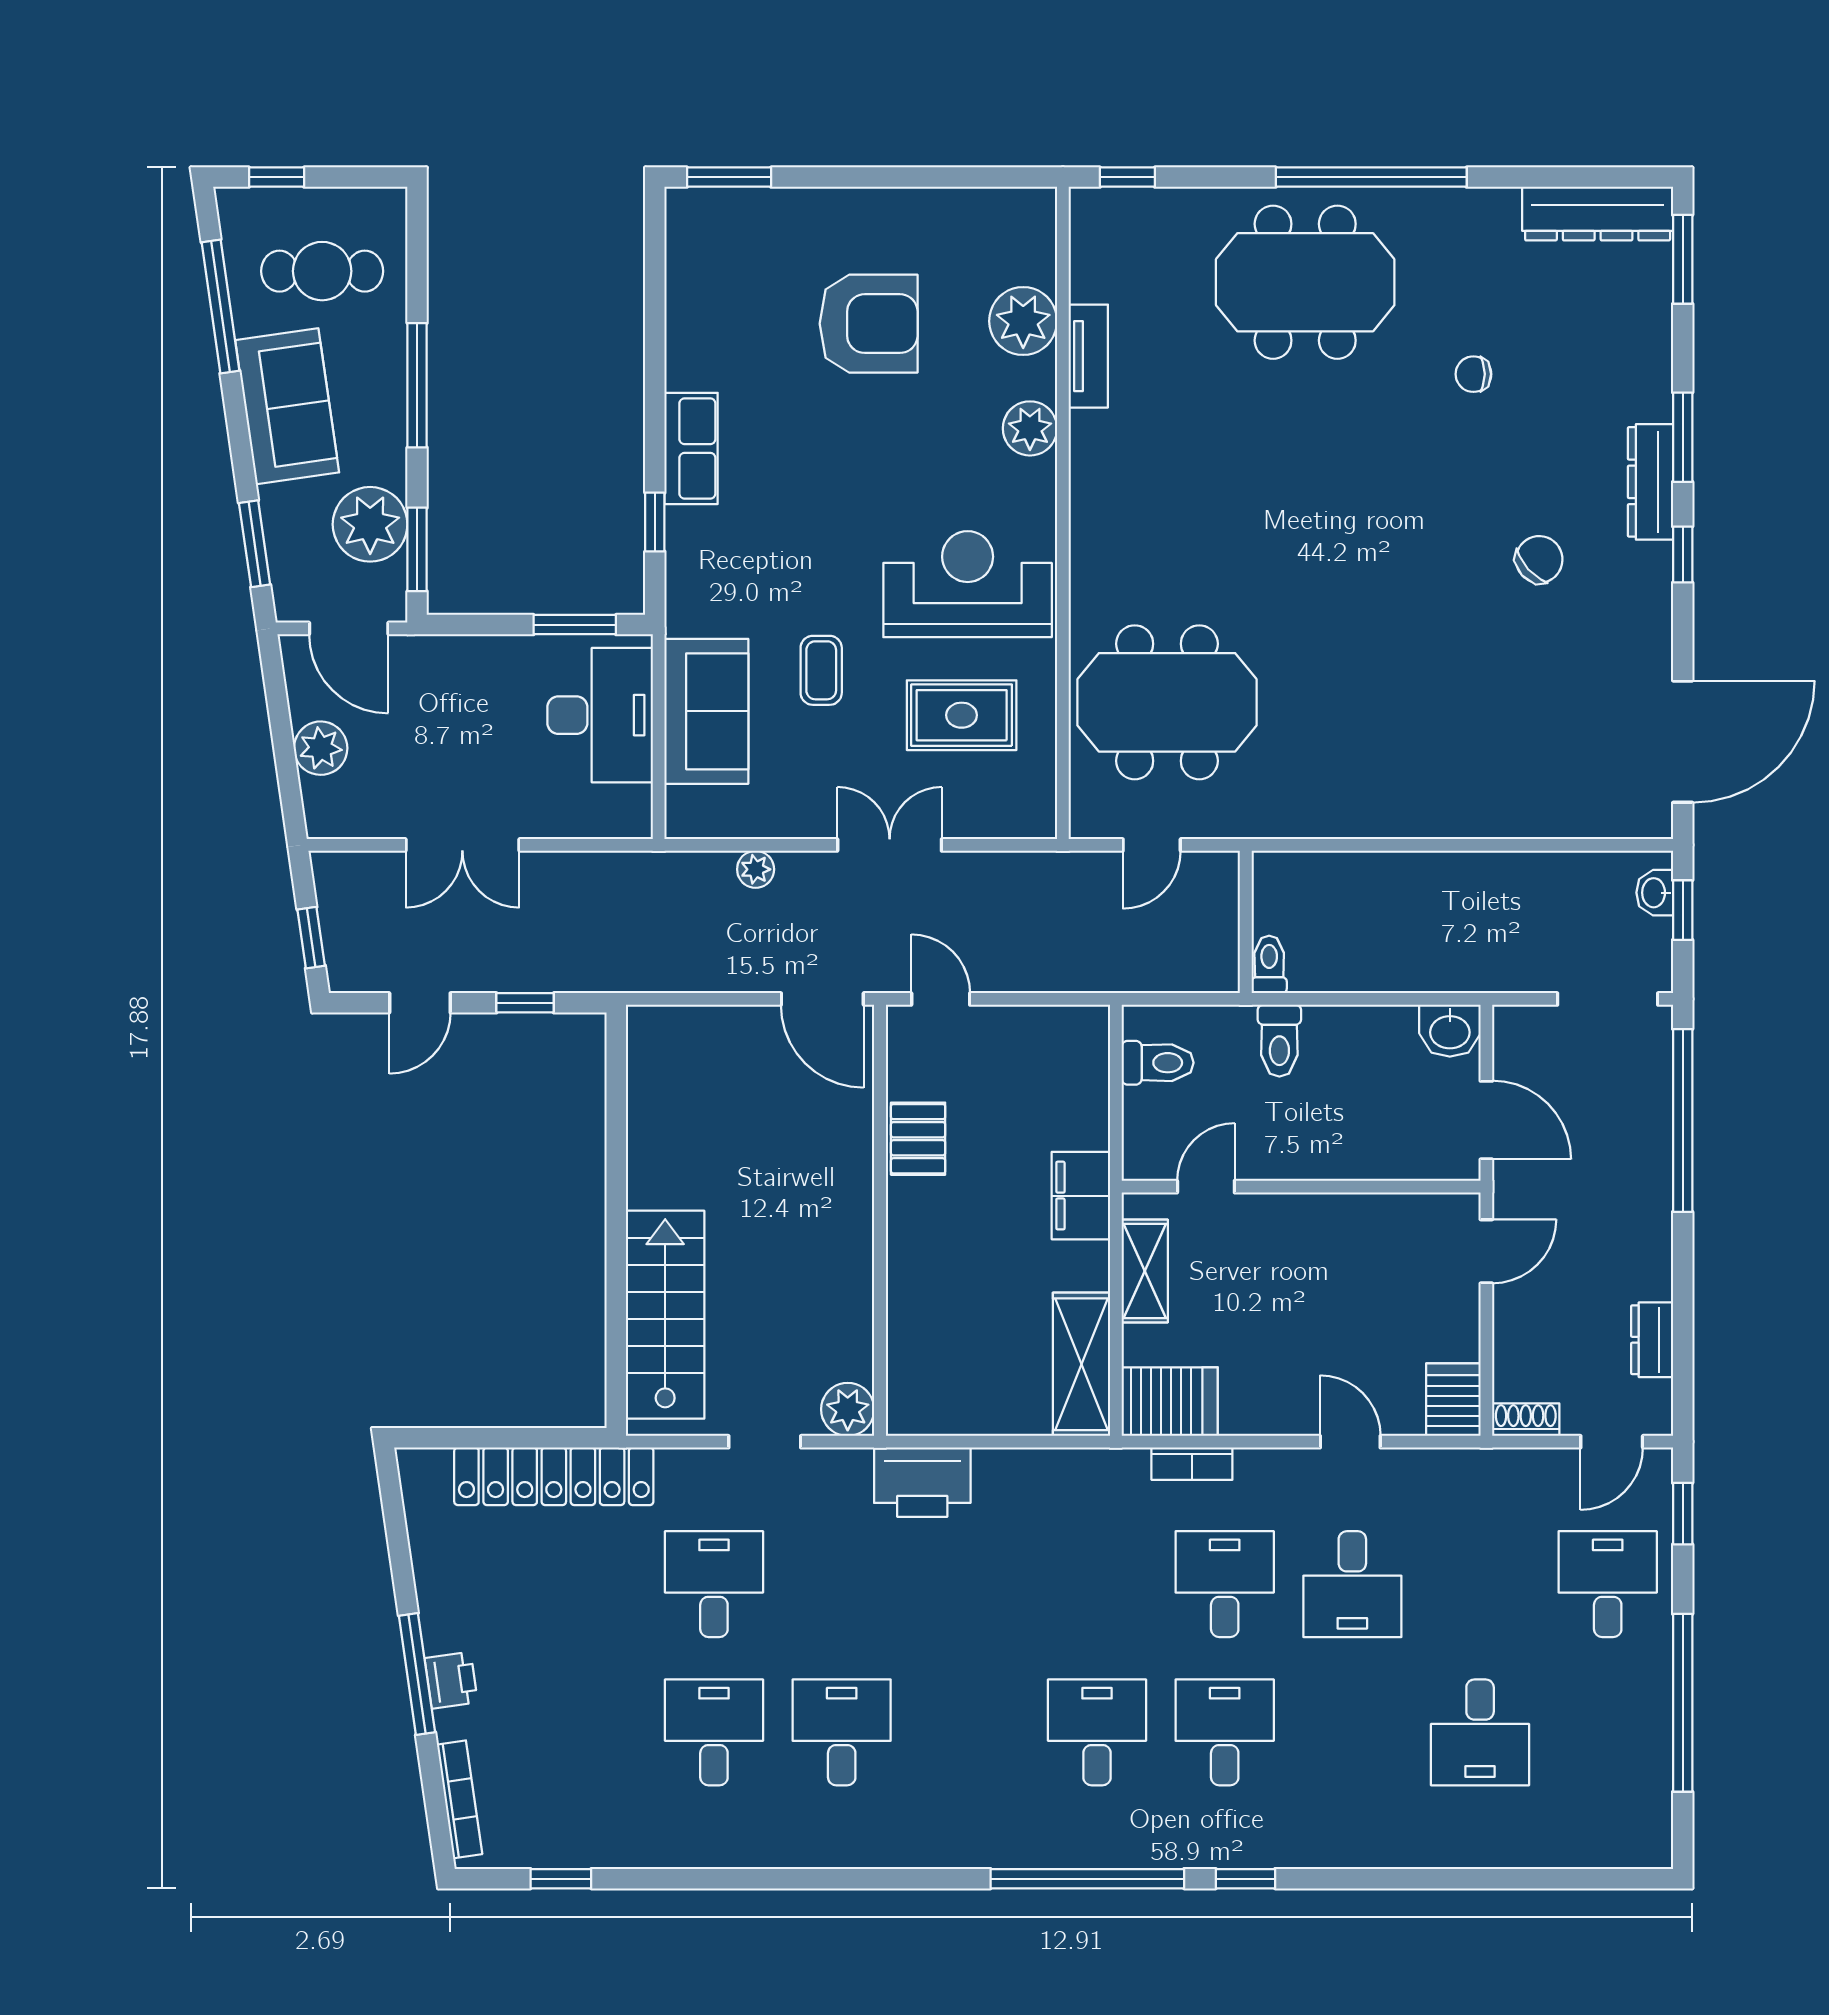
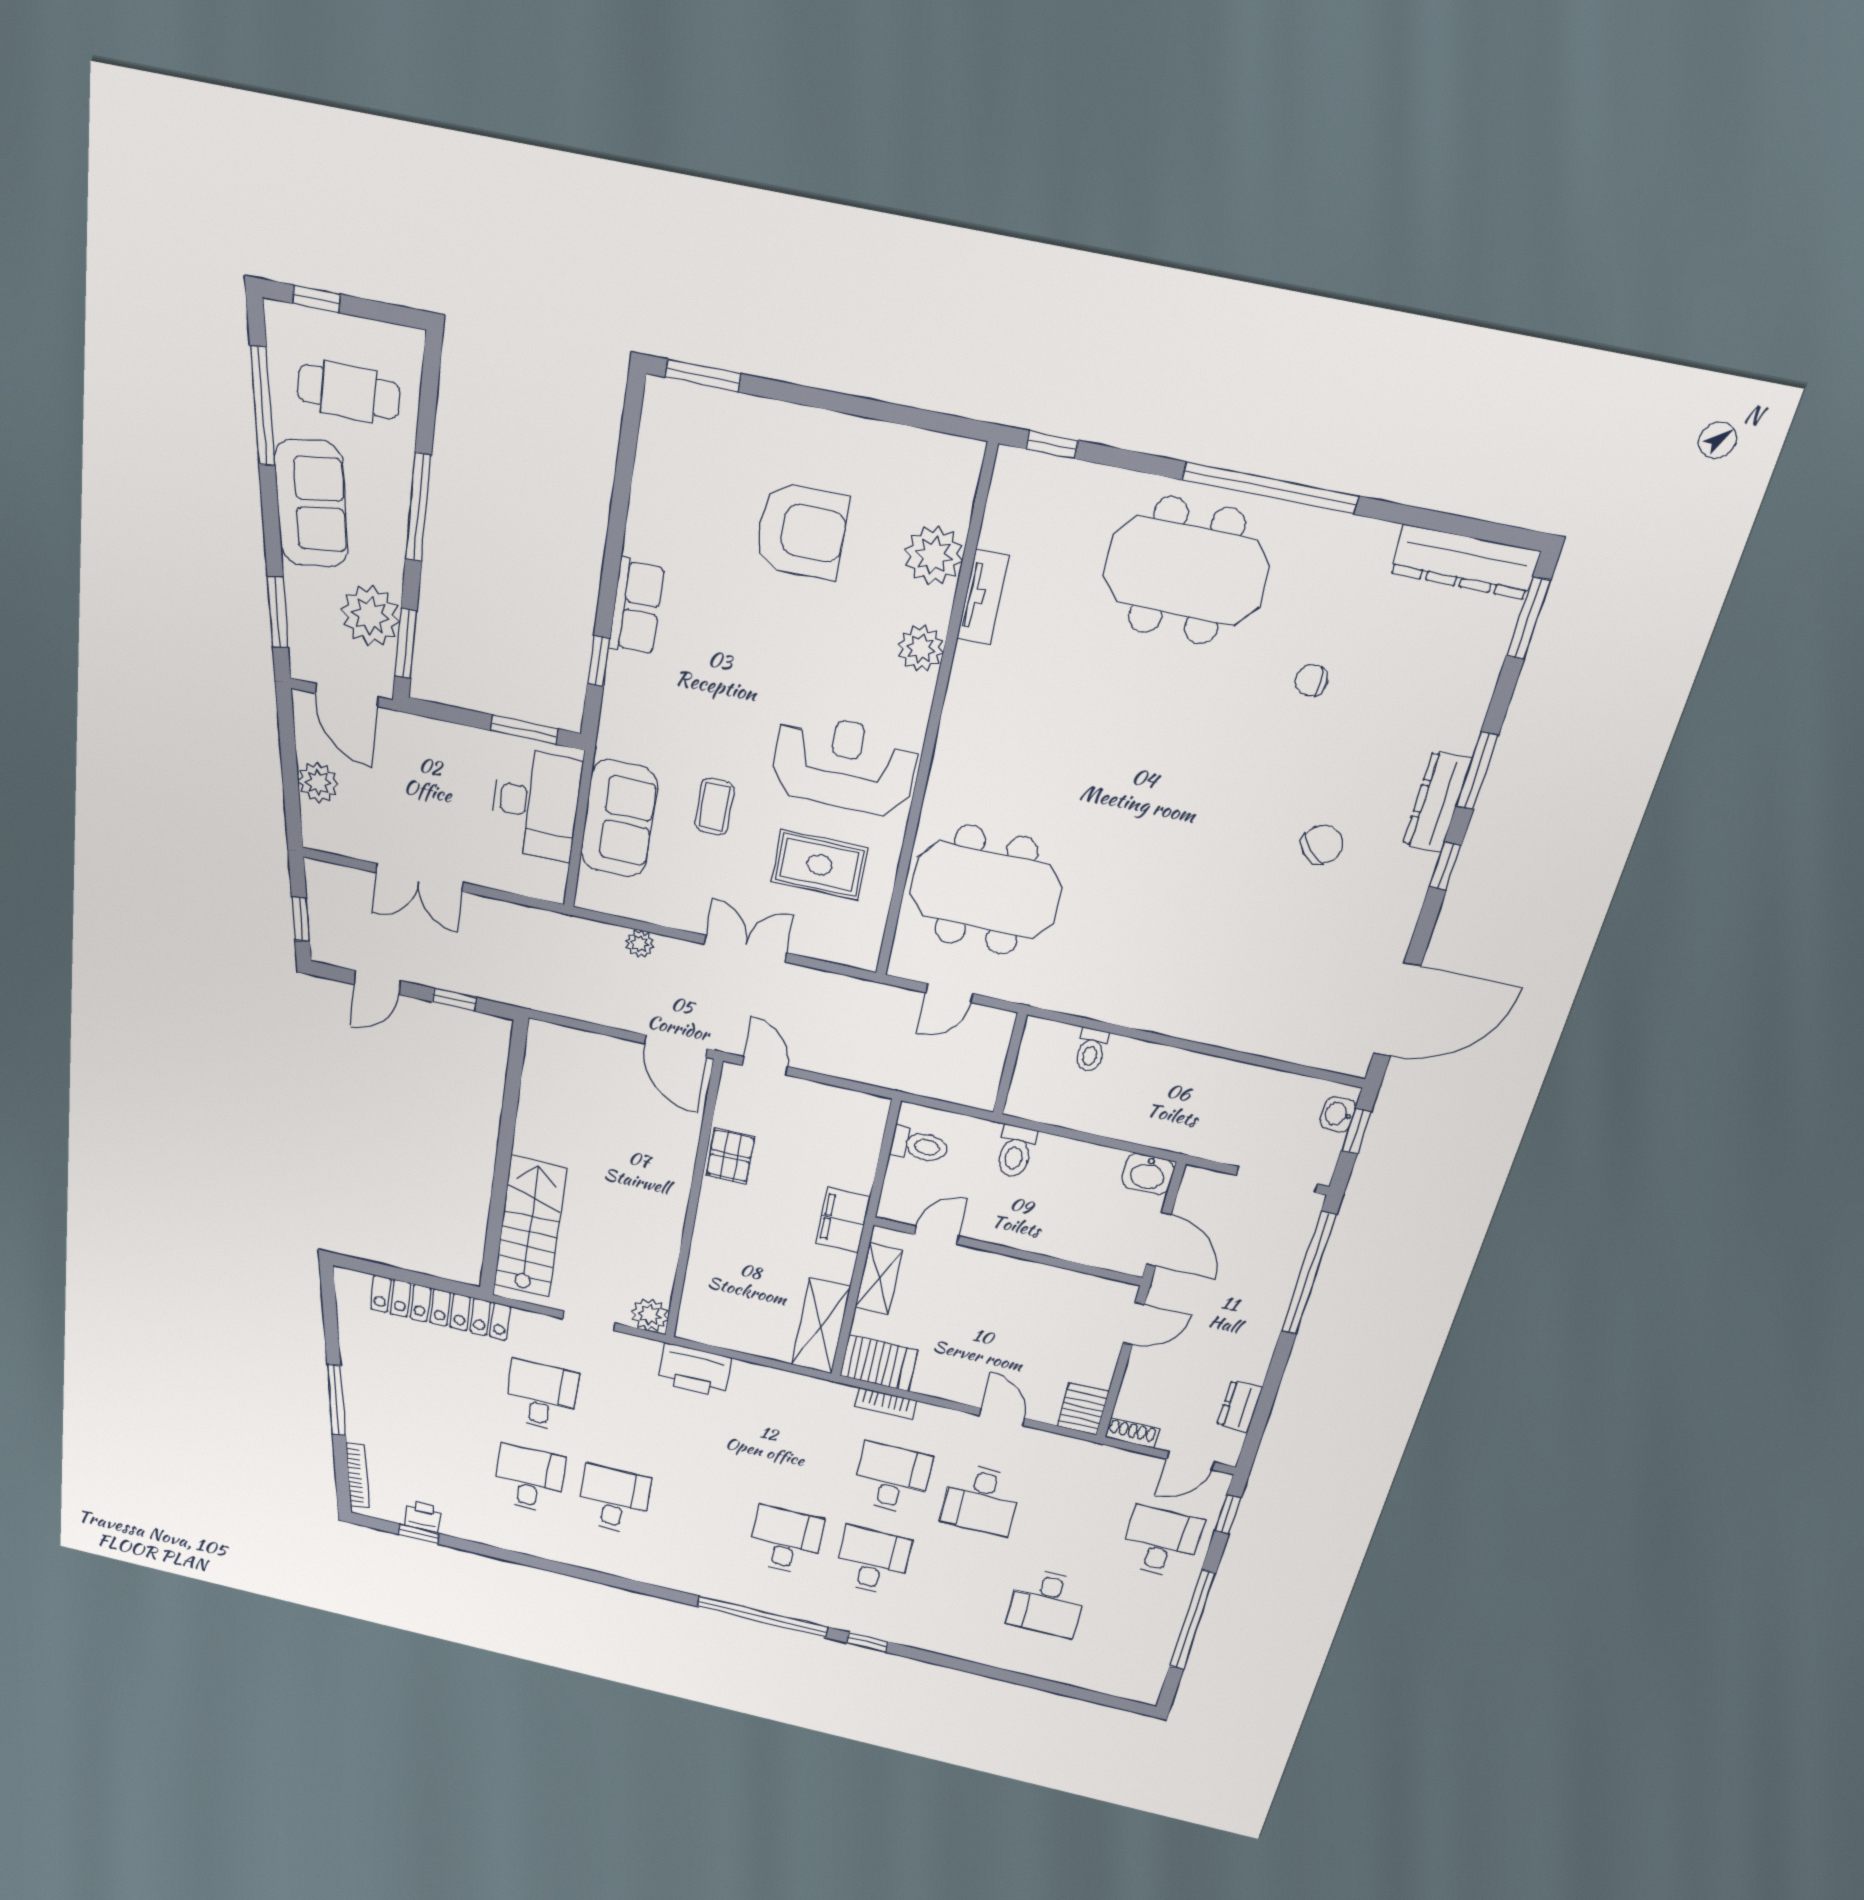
toilet: (1269, 964) -> (1091, 1050), moved, turned 180
printer: (451, 1680) -> (423, 1517), moved, turned -82

